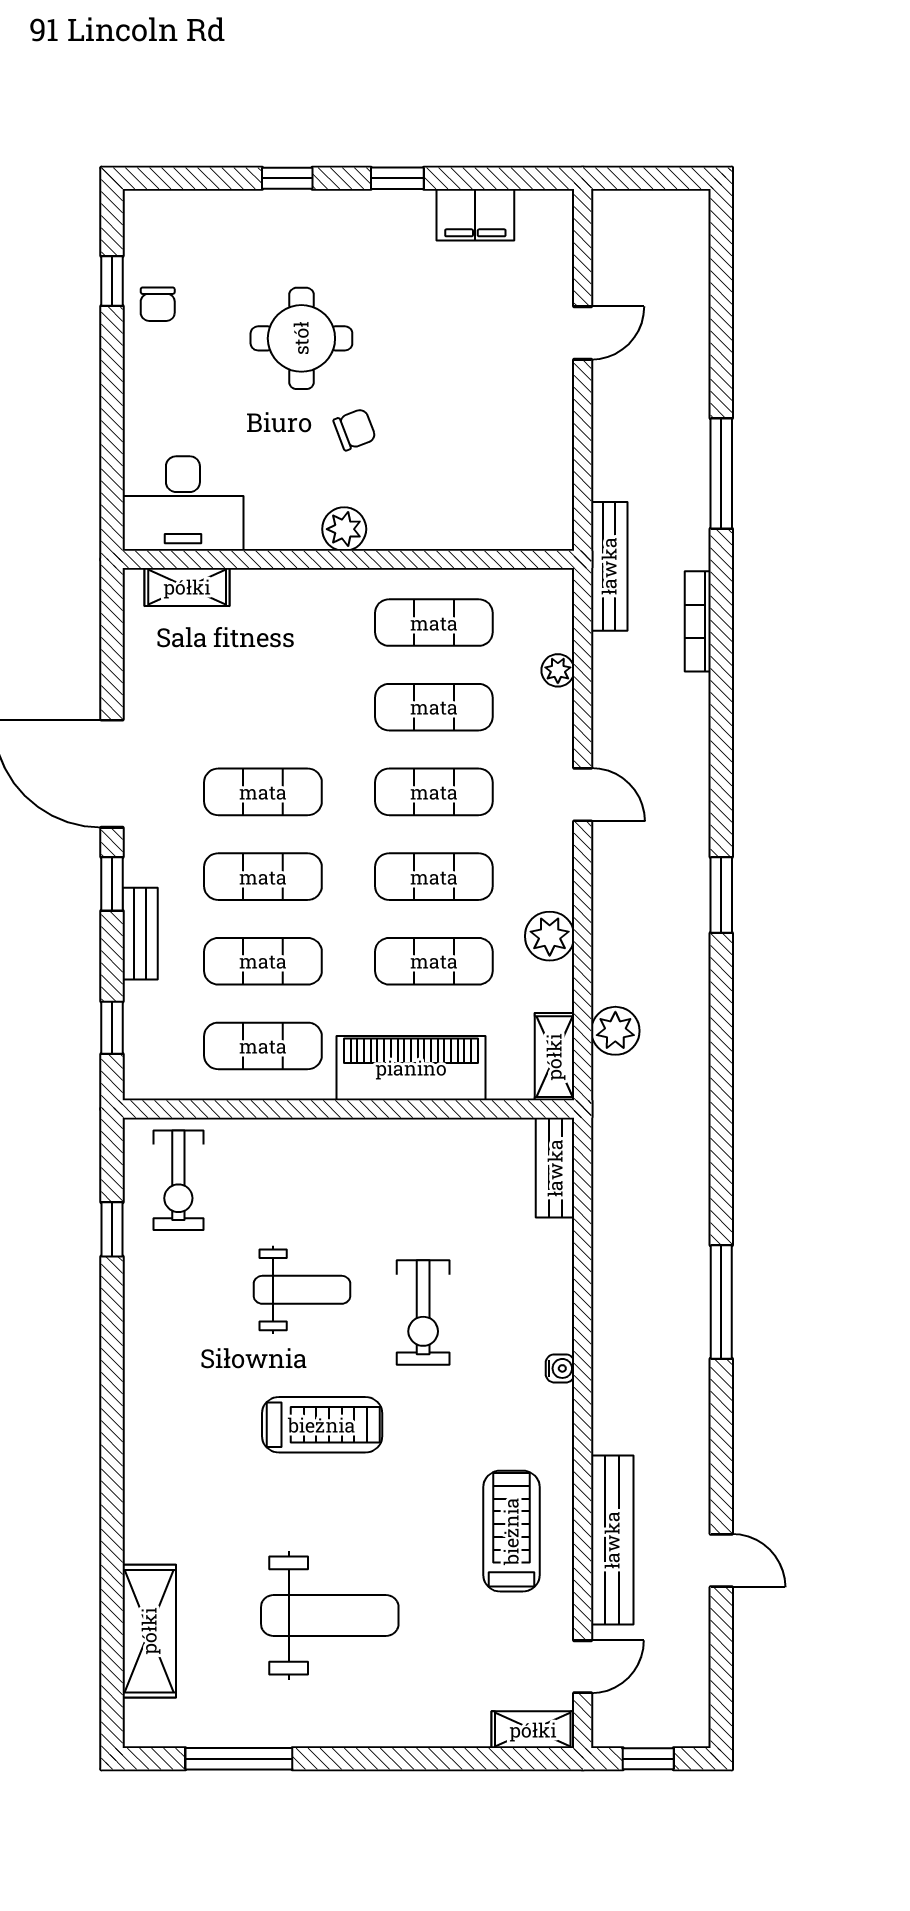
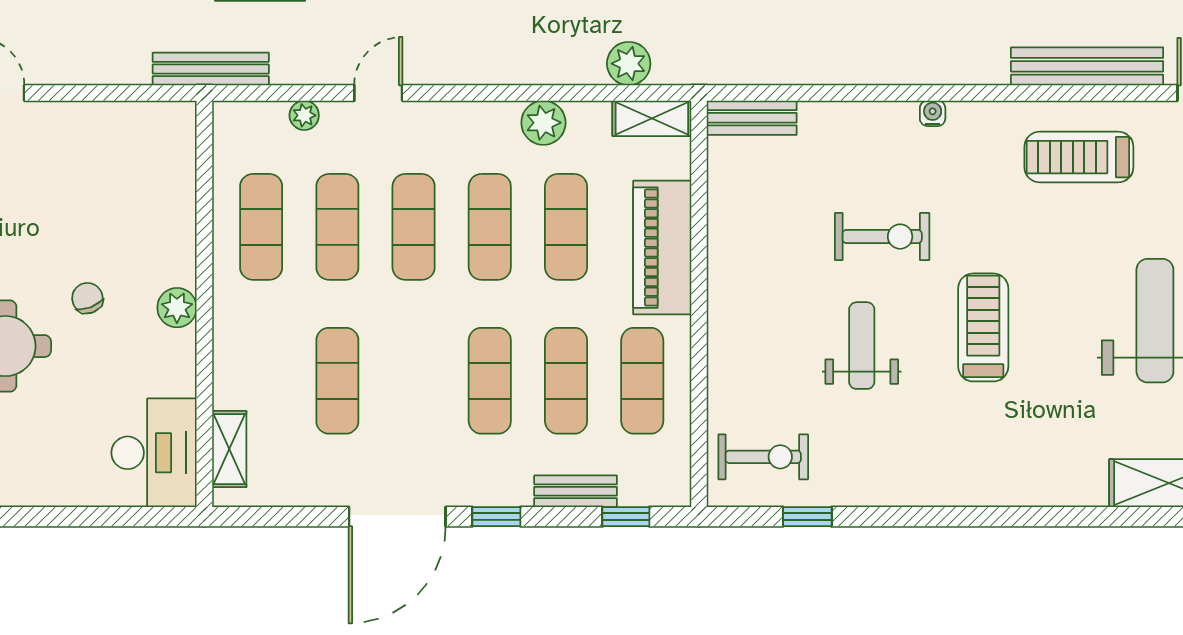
exercise mat: (263, 792) -> (337, 381), moved
door: (583, 795) -> (378, 93), moved
bench: (140, 934) -> (576, 491), moved

